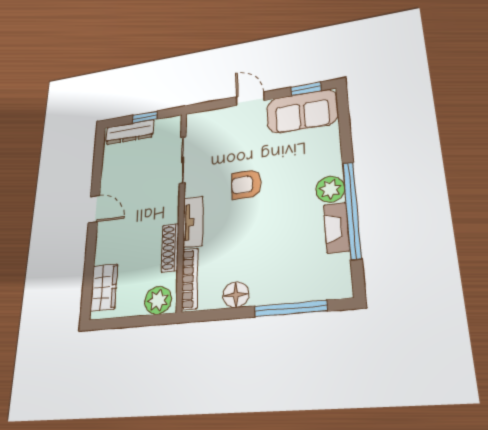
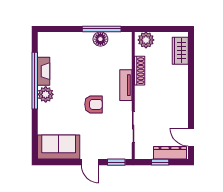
window: (306, 89) -> (116, 162), moved
door: (94, 209) -> (191, 137), moved
bookcase: (190, 279) -> (127, 51), removed
window: (290, 309) -> (102, 29), moved

